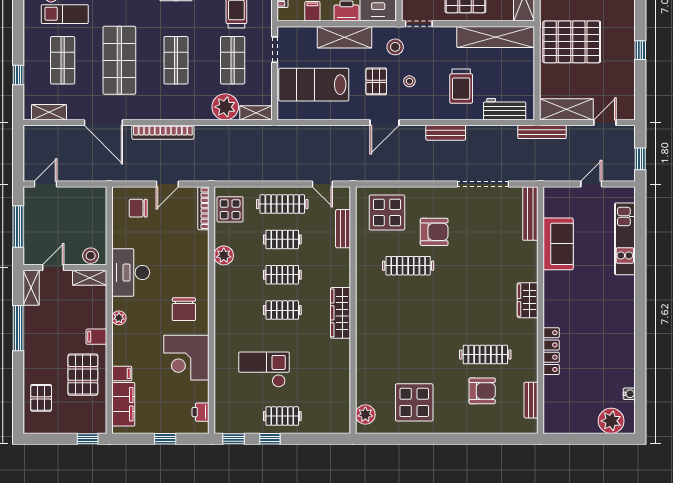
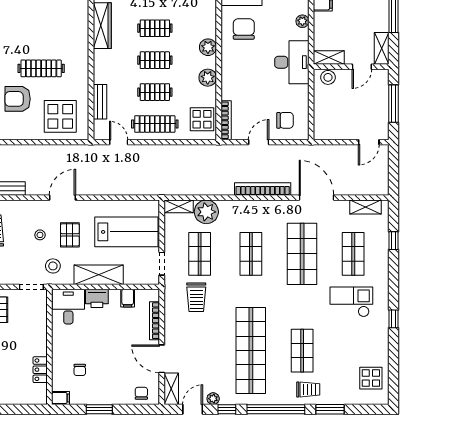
plant: (223, 289) -> (208, 47), added

